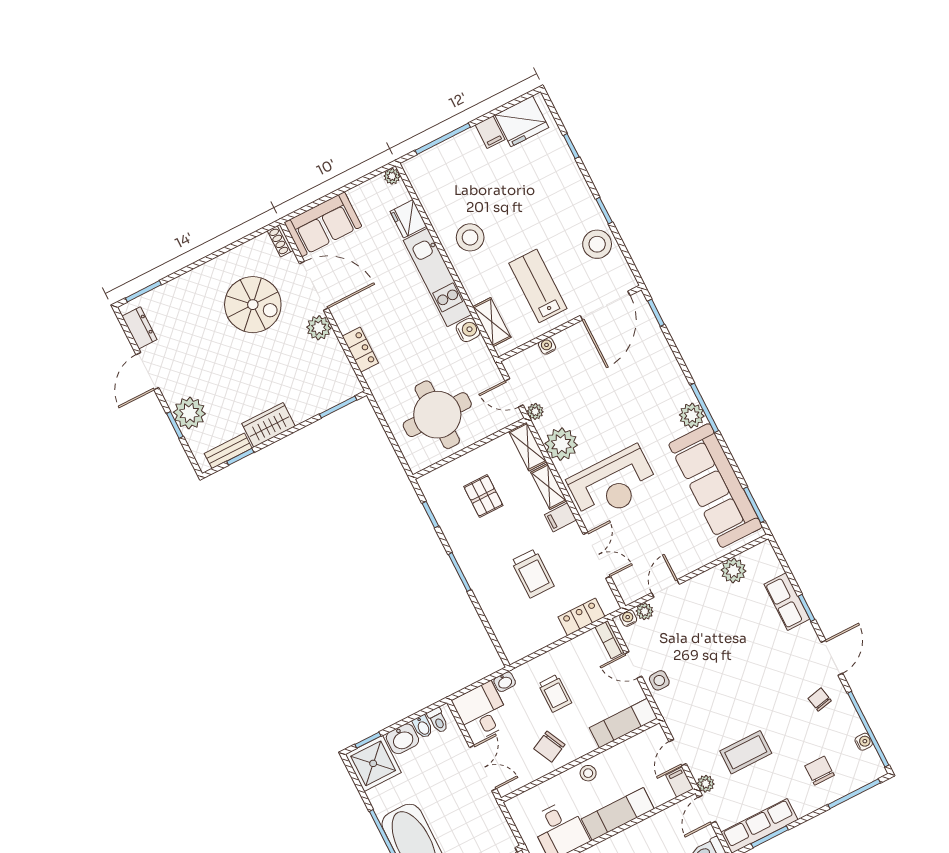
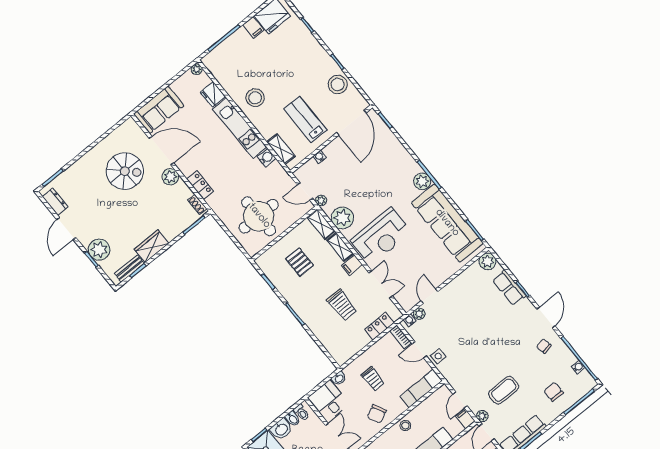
shoe rack: (280, 241) -> (197, 204), moved
plant: (733, 571) -> (487, 261), moved

